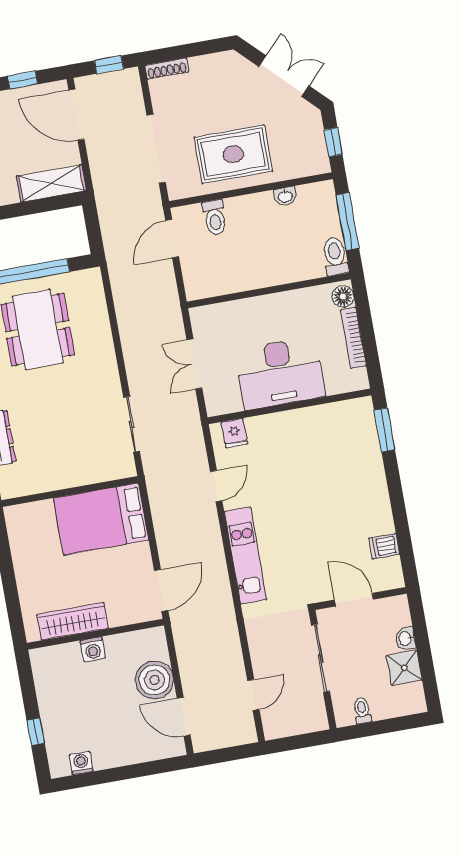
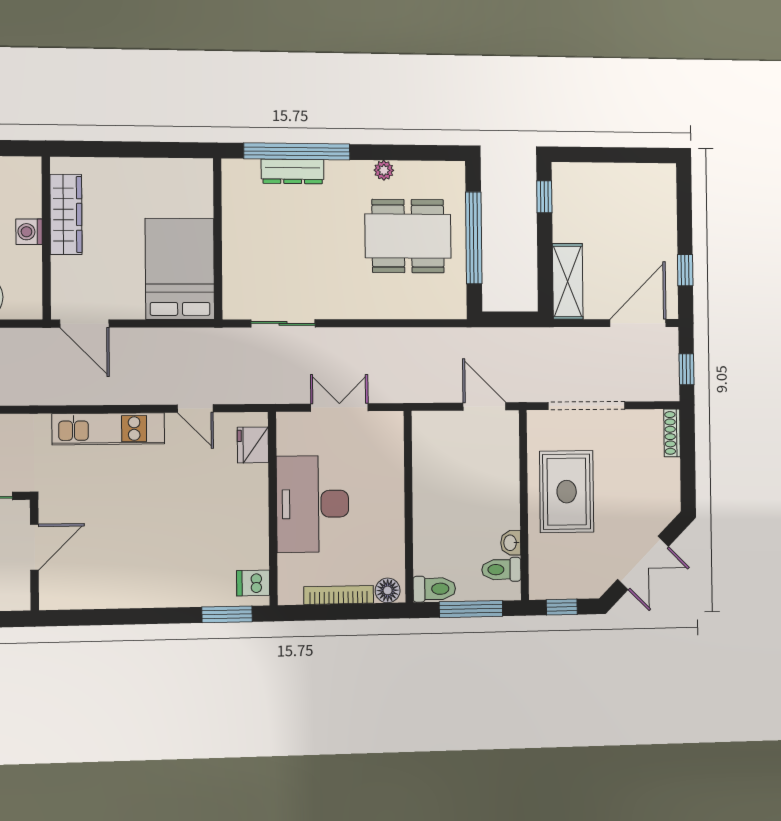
toilet: (215, 218) -> (501, 570), moved
fridge: (234, 433) -> (253, 445), width x1.38
dishwasher: (384, 546) -> (253, 583), moved, turned -90

